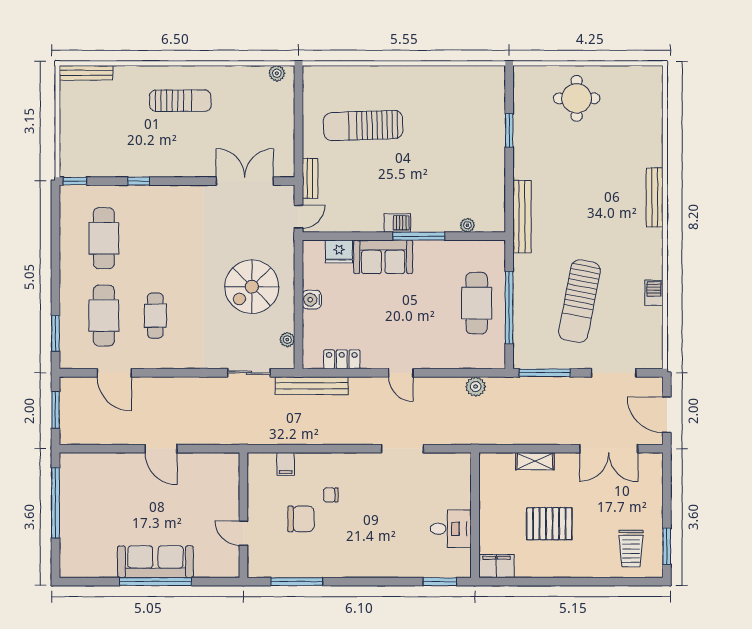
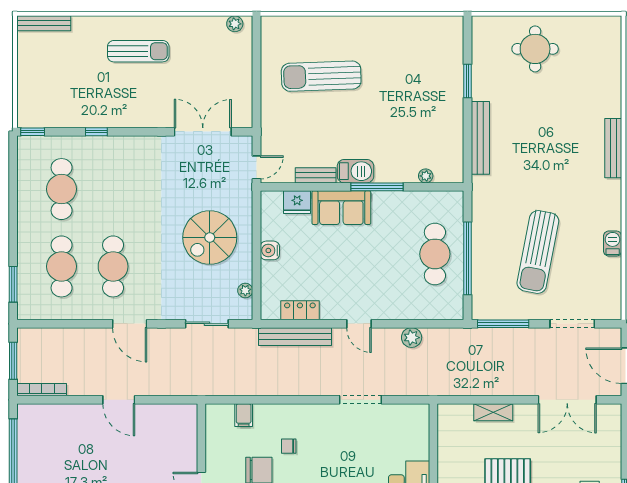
bench: (310, 178) -> (316, 175), moved, turned 90
bench: (522, 217) -> (480, 138), moved
barbecue: (397, 223) -> (356, 171), width x1.38, depth x1.27
cafe table: (155, 316) -> (113, 266), width x1.37, depth x1.35
door: (114, 373) -> (130, 324), moved
bench: (312, 386) -> (295, 337), moved
plant: (476, 387) -> (412, 338), moved
bookcase: (84, 439) -> (42, 390), added

